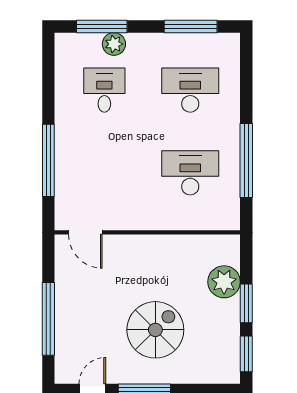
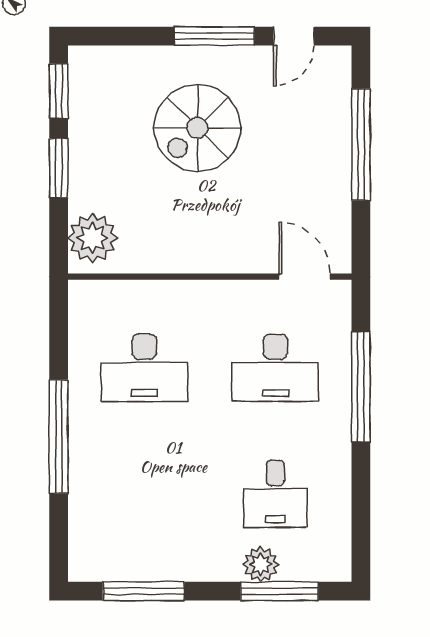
desk: (190, 90) -> (275, 368), moved
window: (246, 161) -> (59, 437), moved
plant: (224, 282) -> (93, 238), moved

